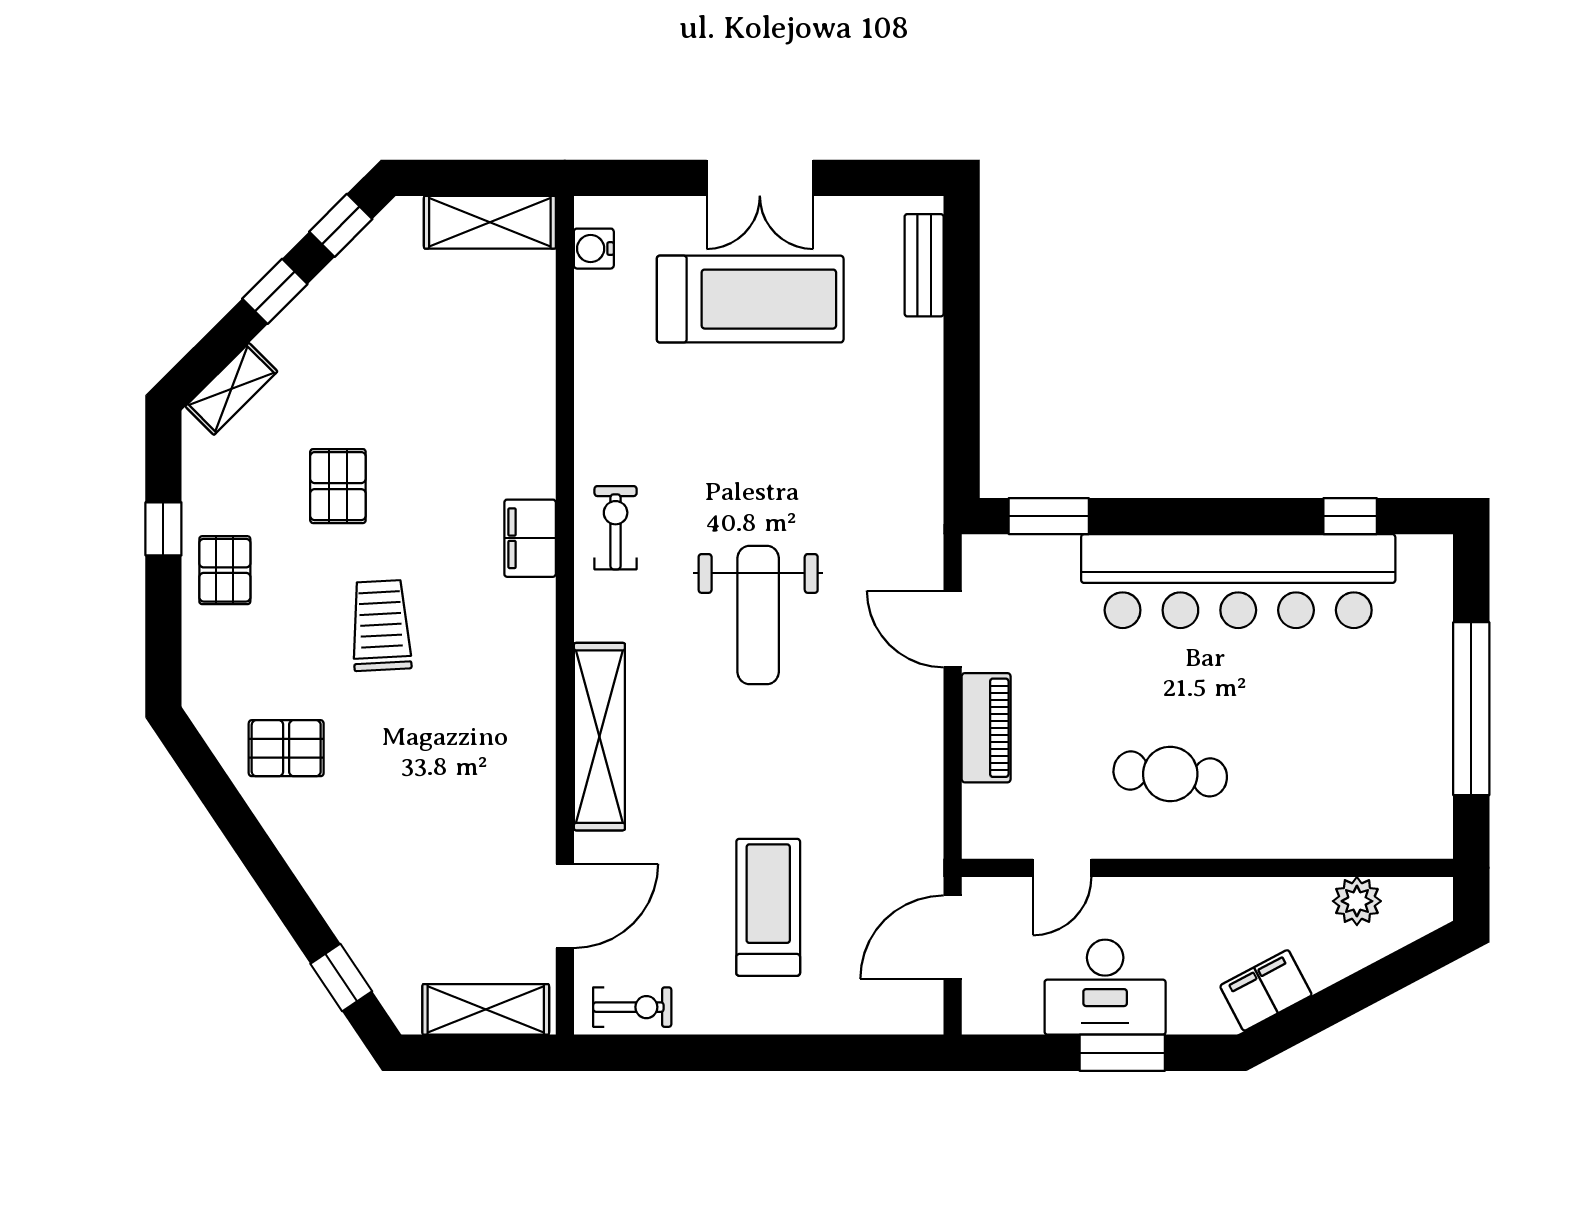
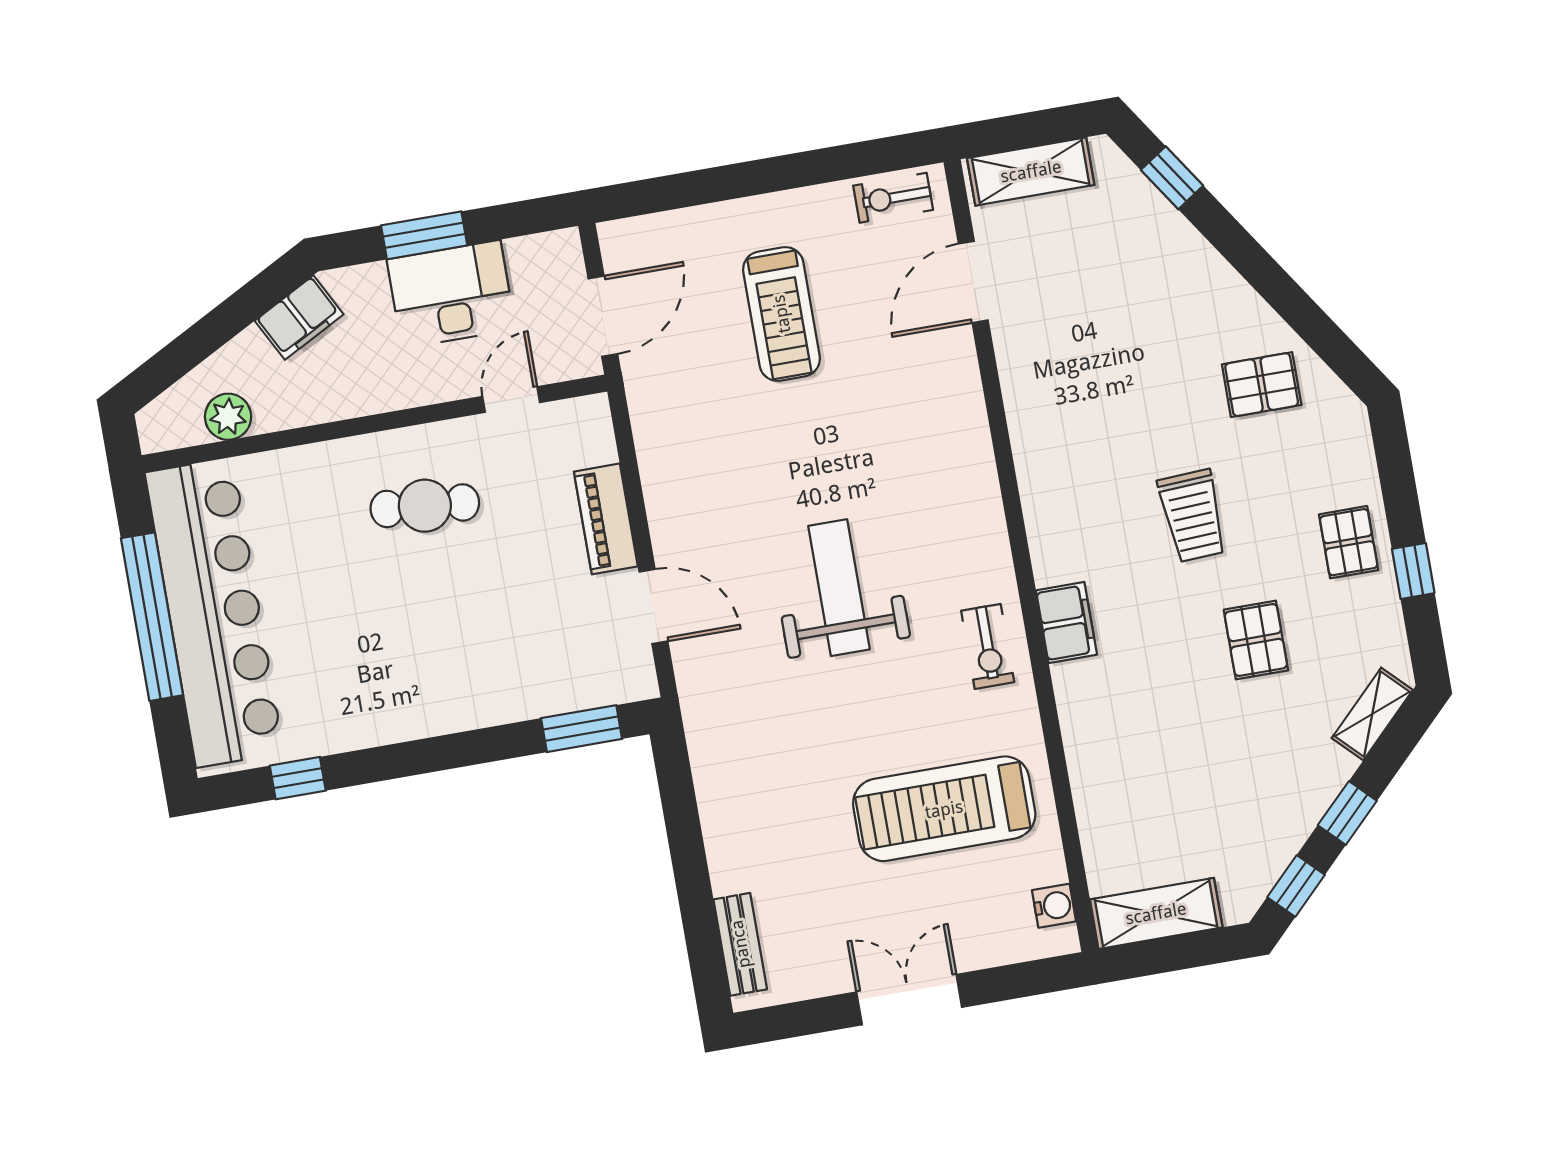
treadmill: (750, 299) -> (944, 809), moved
bar counter: (1238, 581) -> (214, 613), moved, turned 90
shelving: (599, 737) -> (968, 447), removed

